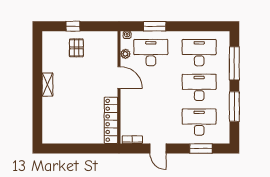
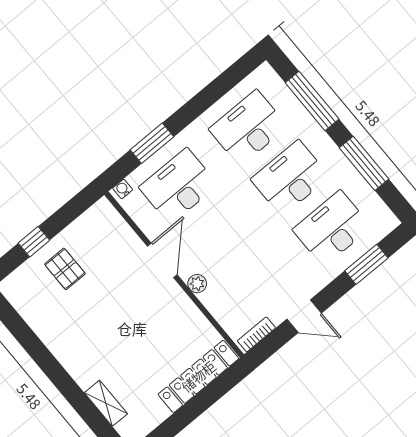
plant: (125, 54) -> (197, 284), moved
door: (119, 77) -> (162, 260), hinge flipped
shelving: (47, 85) -> (106, 403), moved
locker: (111, 120) -> (198, 376), moved, turned 90

